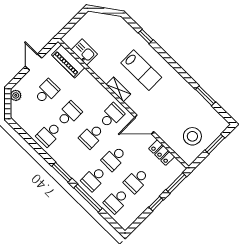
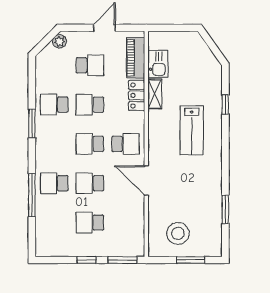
shelving: (118, 89) -> (155, 94), moved
school desk: (69, 114) -> (90, 105), turned 180
locker: (162, 153) -> (137, 95), moved
window: (62, 172) -> (32, 124), moved
school desk: (116, 201) -> (54, 223), removed

